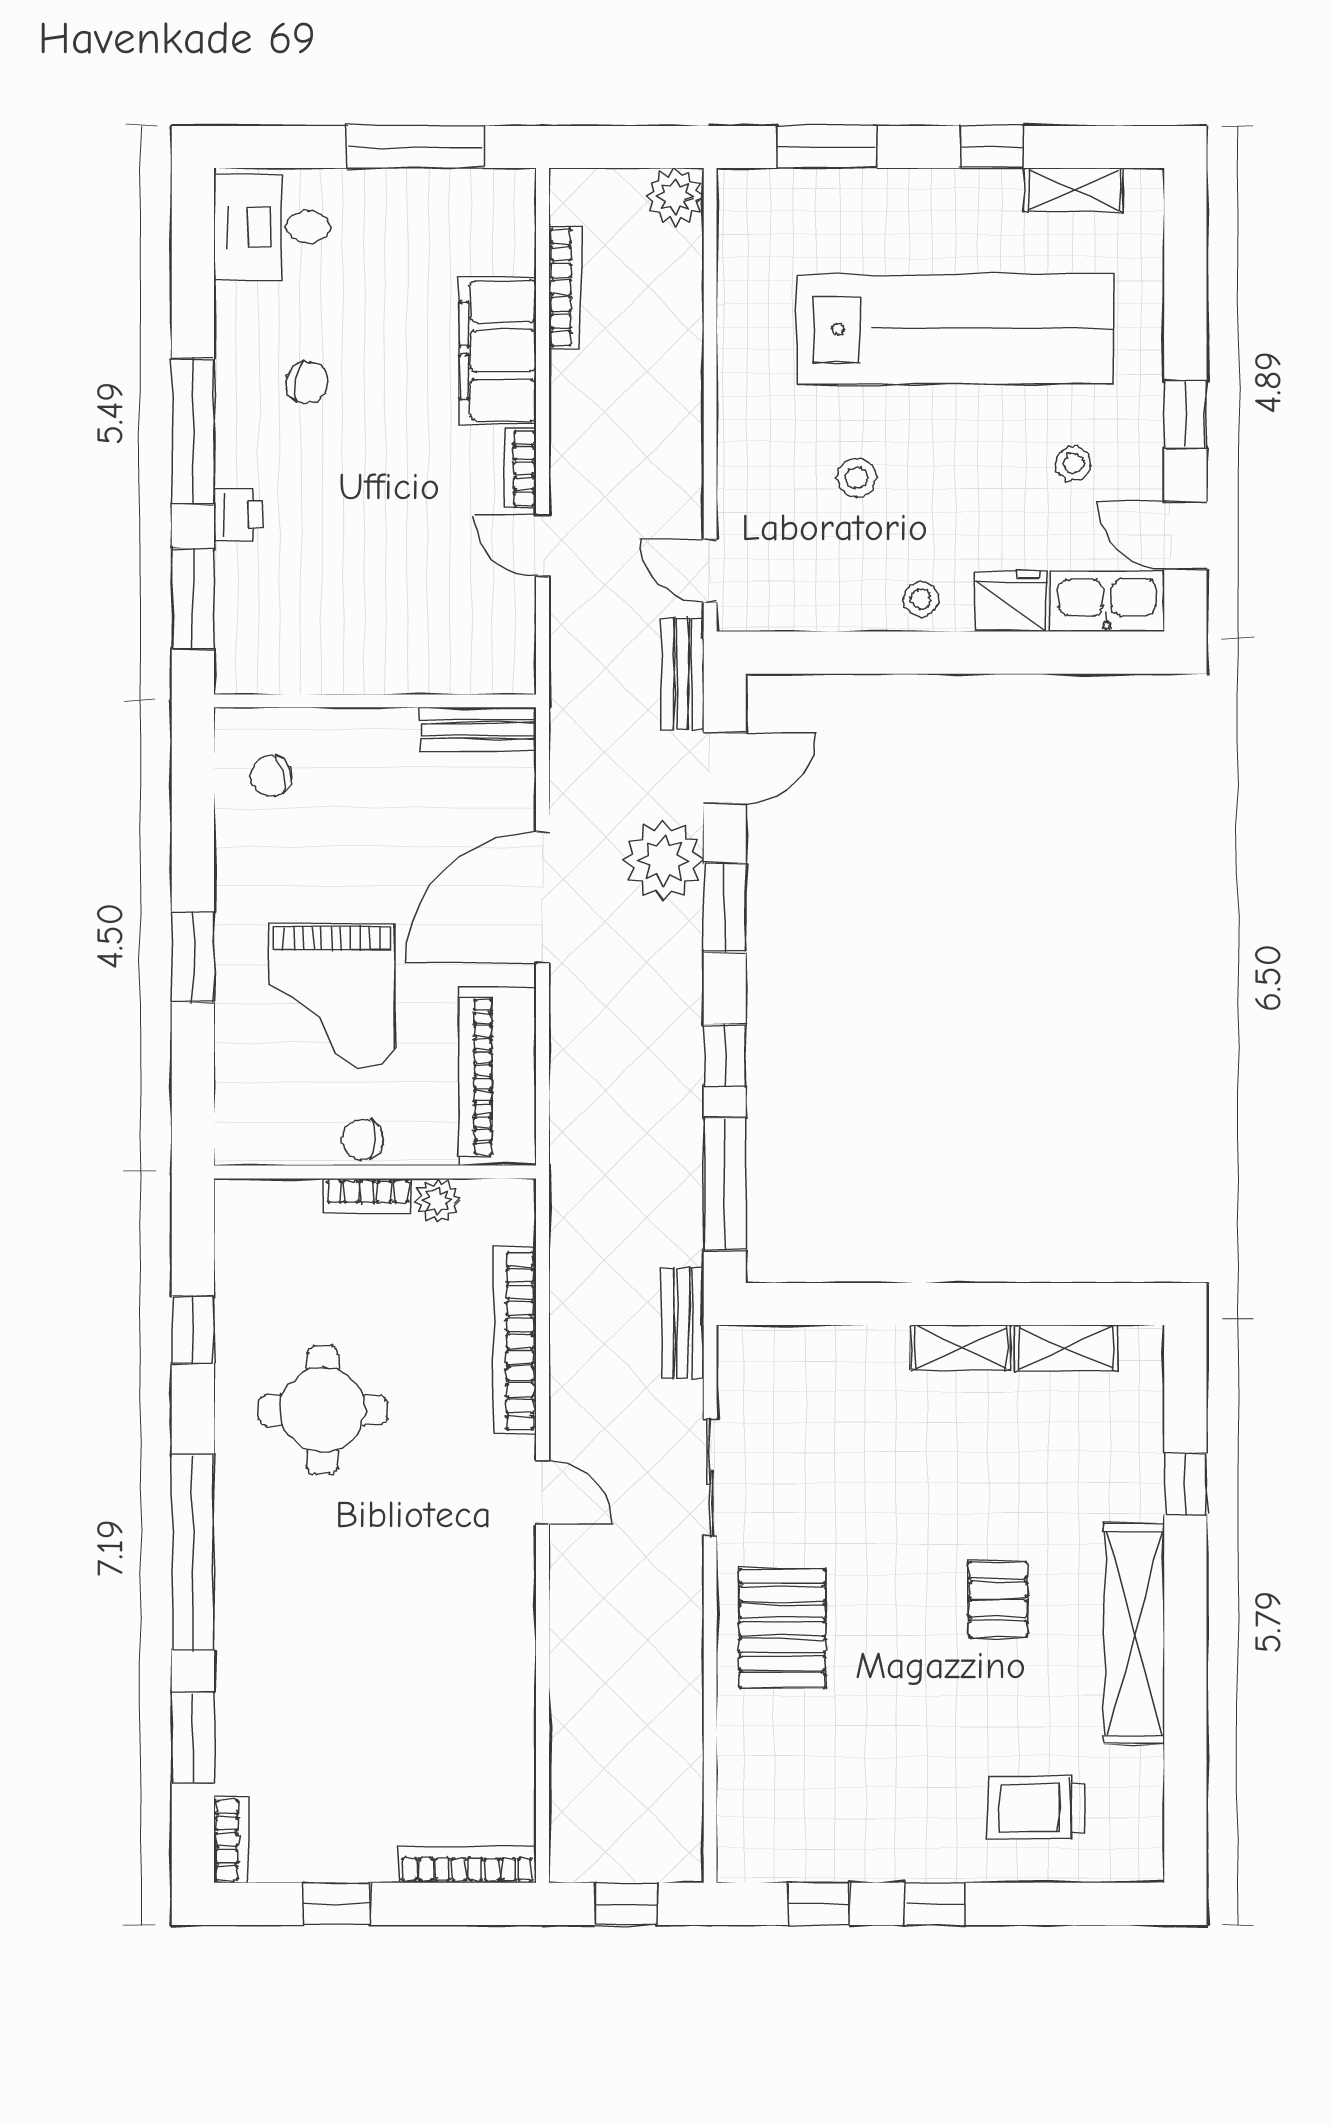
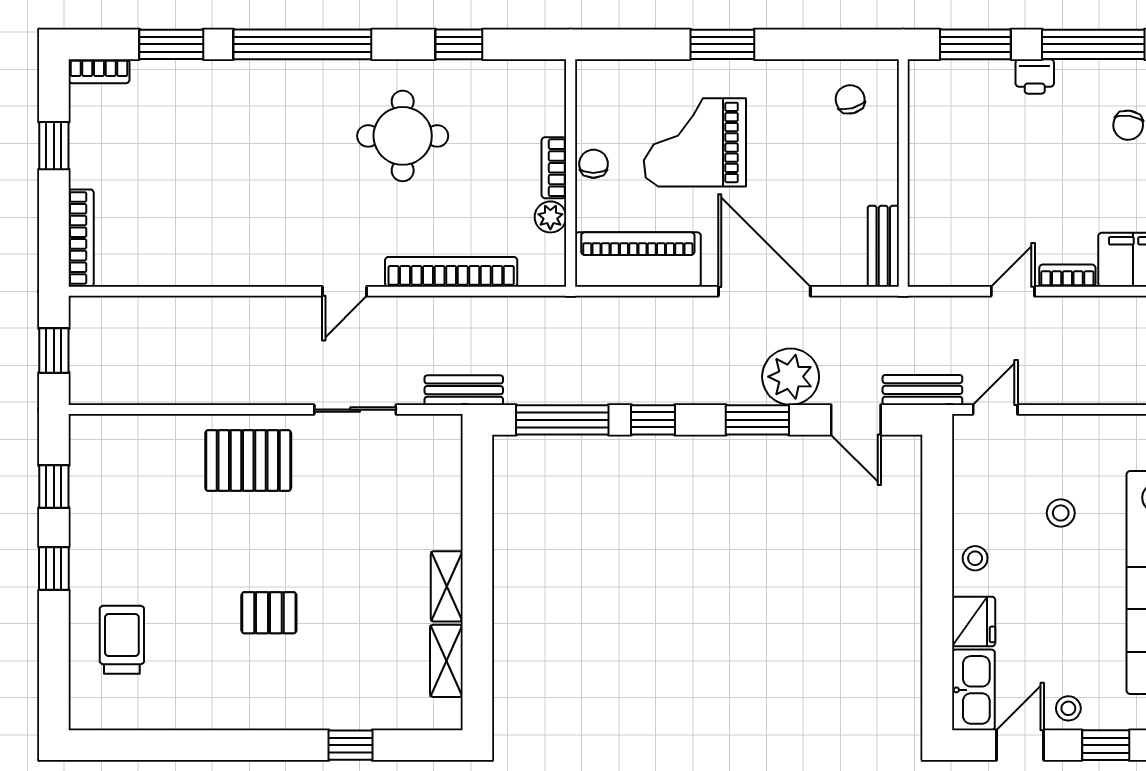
stool: (1073, 463) -> (1068, 708), moved
shelving: (1134, 1633) -> (245, 709), removed

